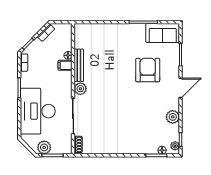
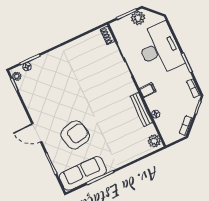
sofa: (163, 33) -> (83, 173), width x1.36
filing cabinet: (65, 65) -> (148, 90), moved
armchair: (148, 70) -> (75, 135), turned -101
door: (181, 88) -> (37, 133), hinge flipped
plant: (80, 89) -> (154, 141), moved
plant: (173, 117) -> (31, 102), removed

